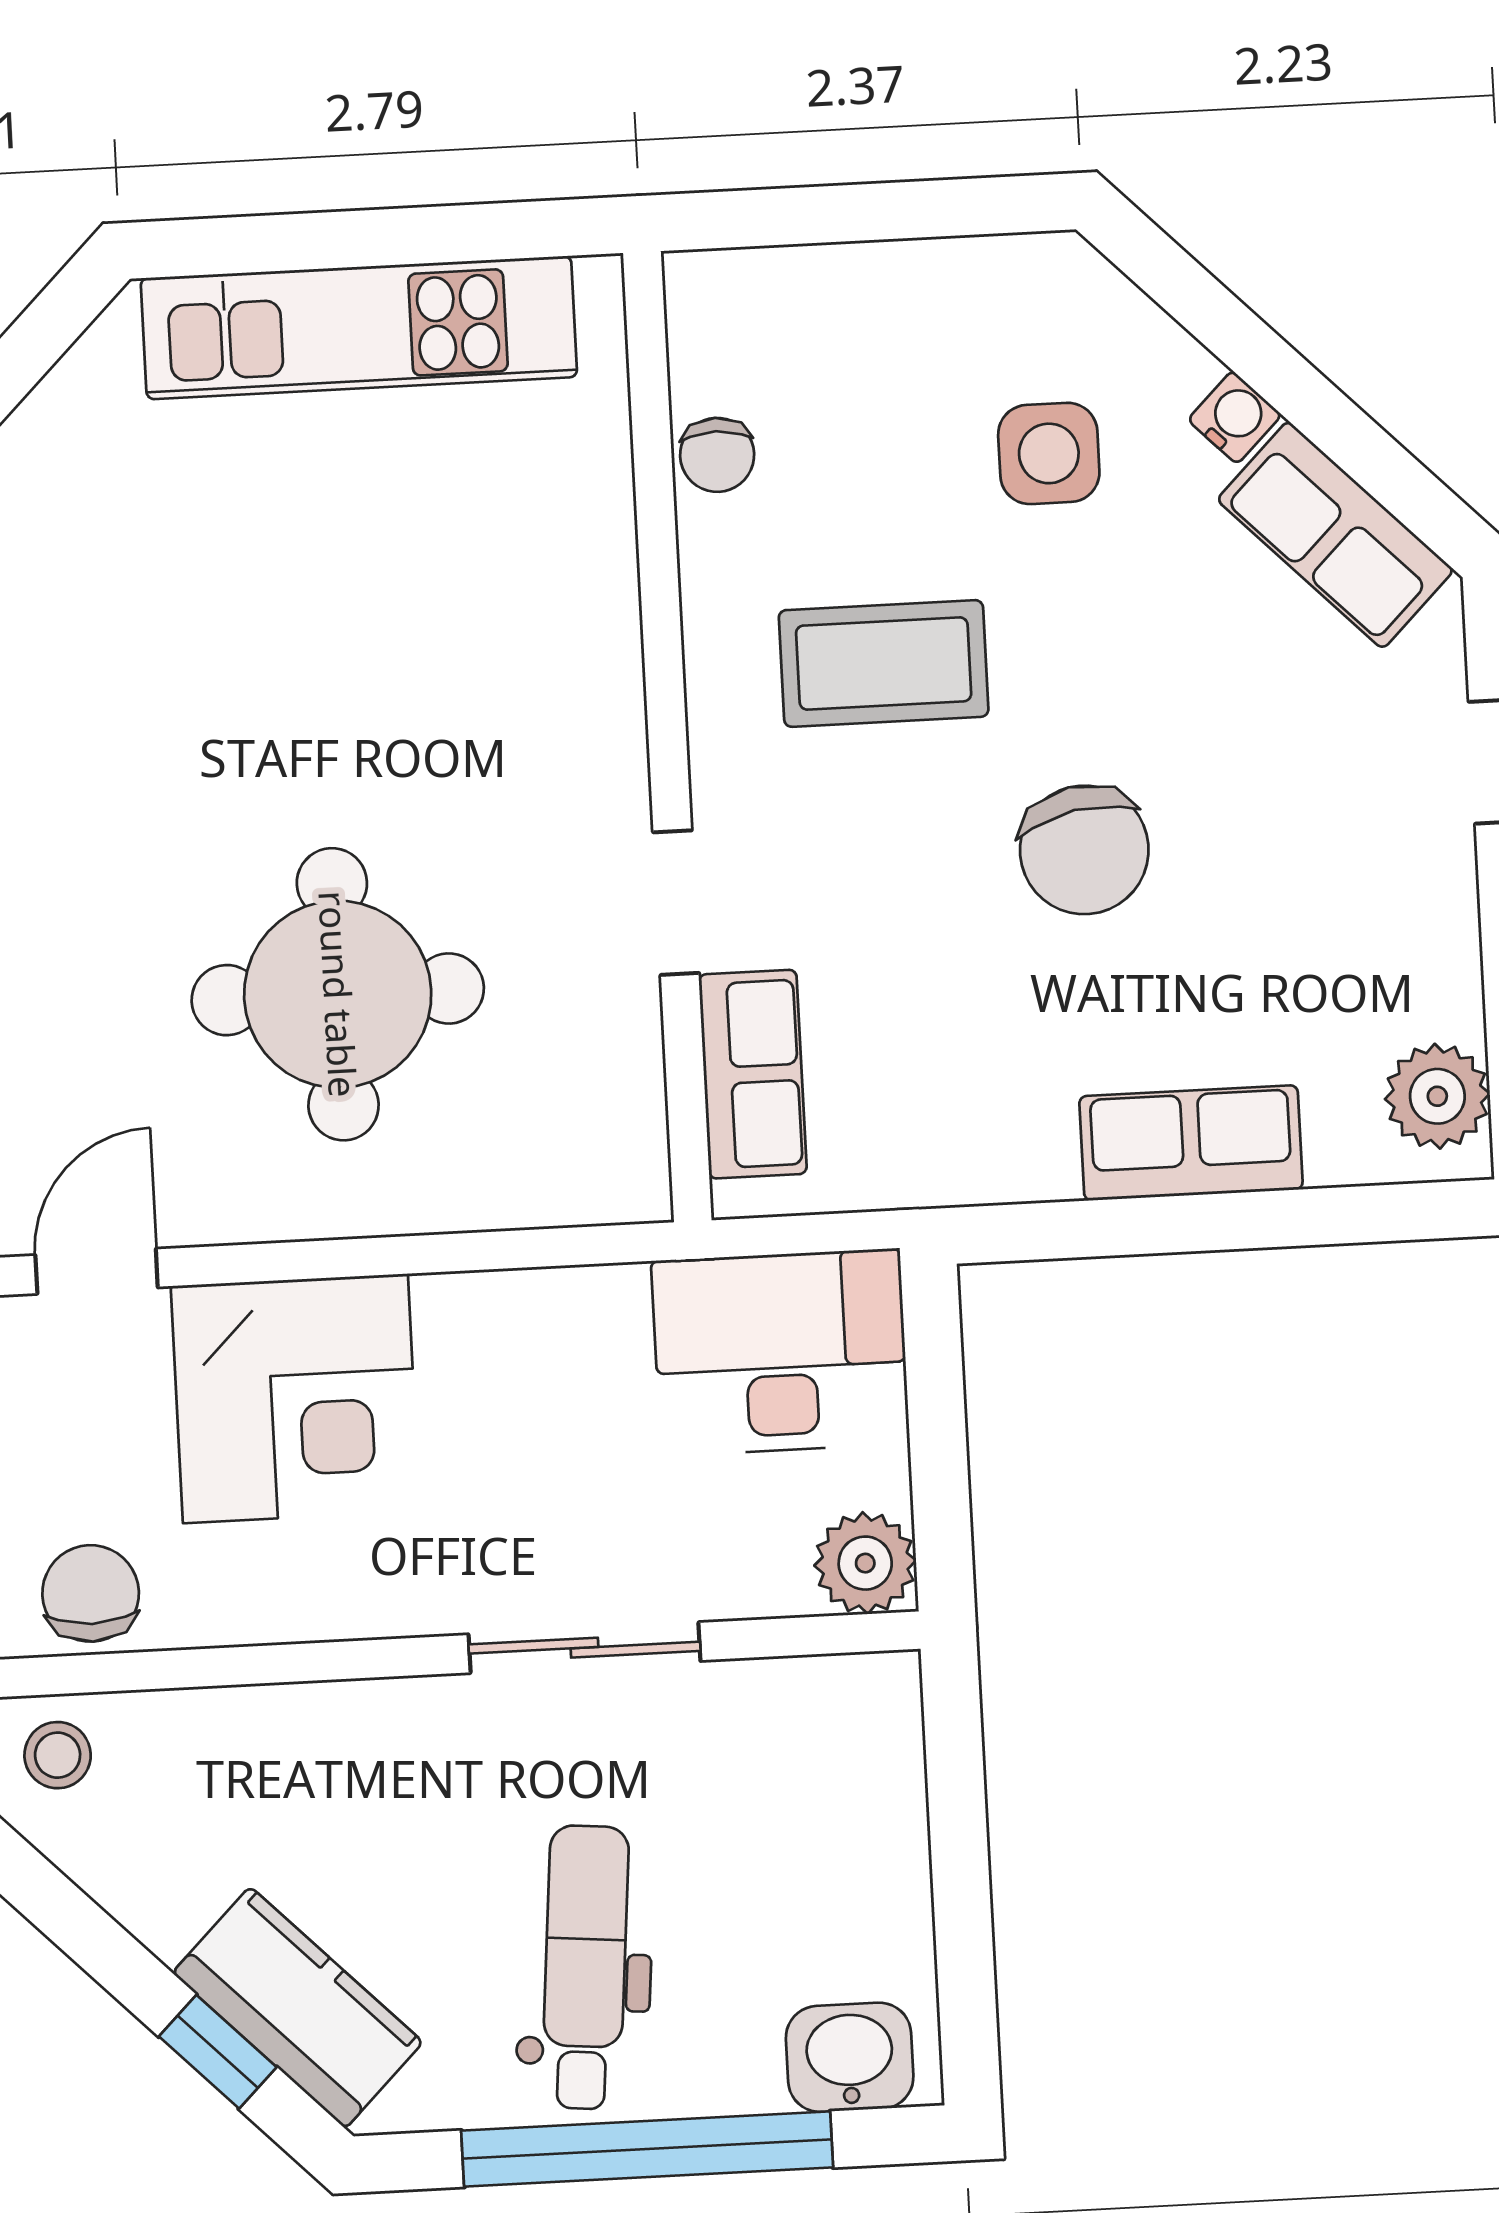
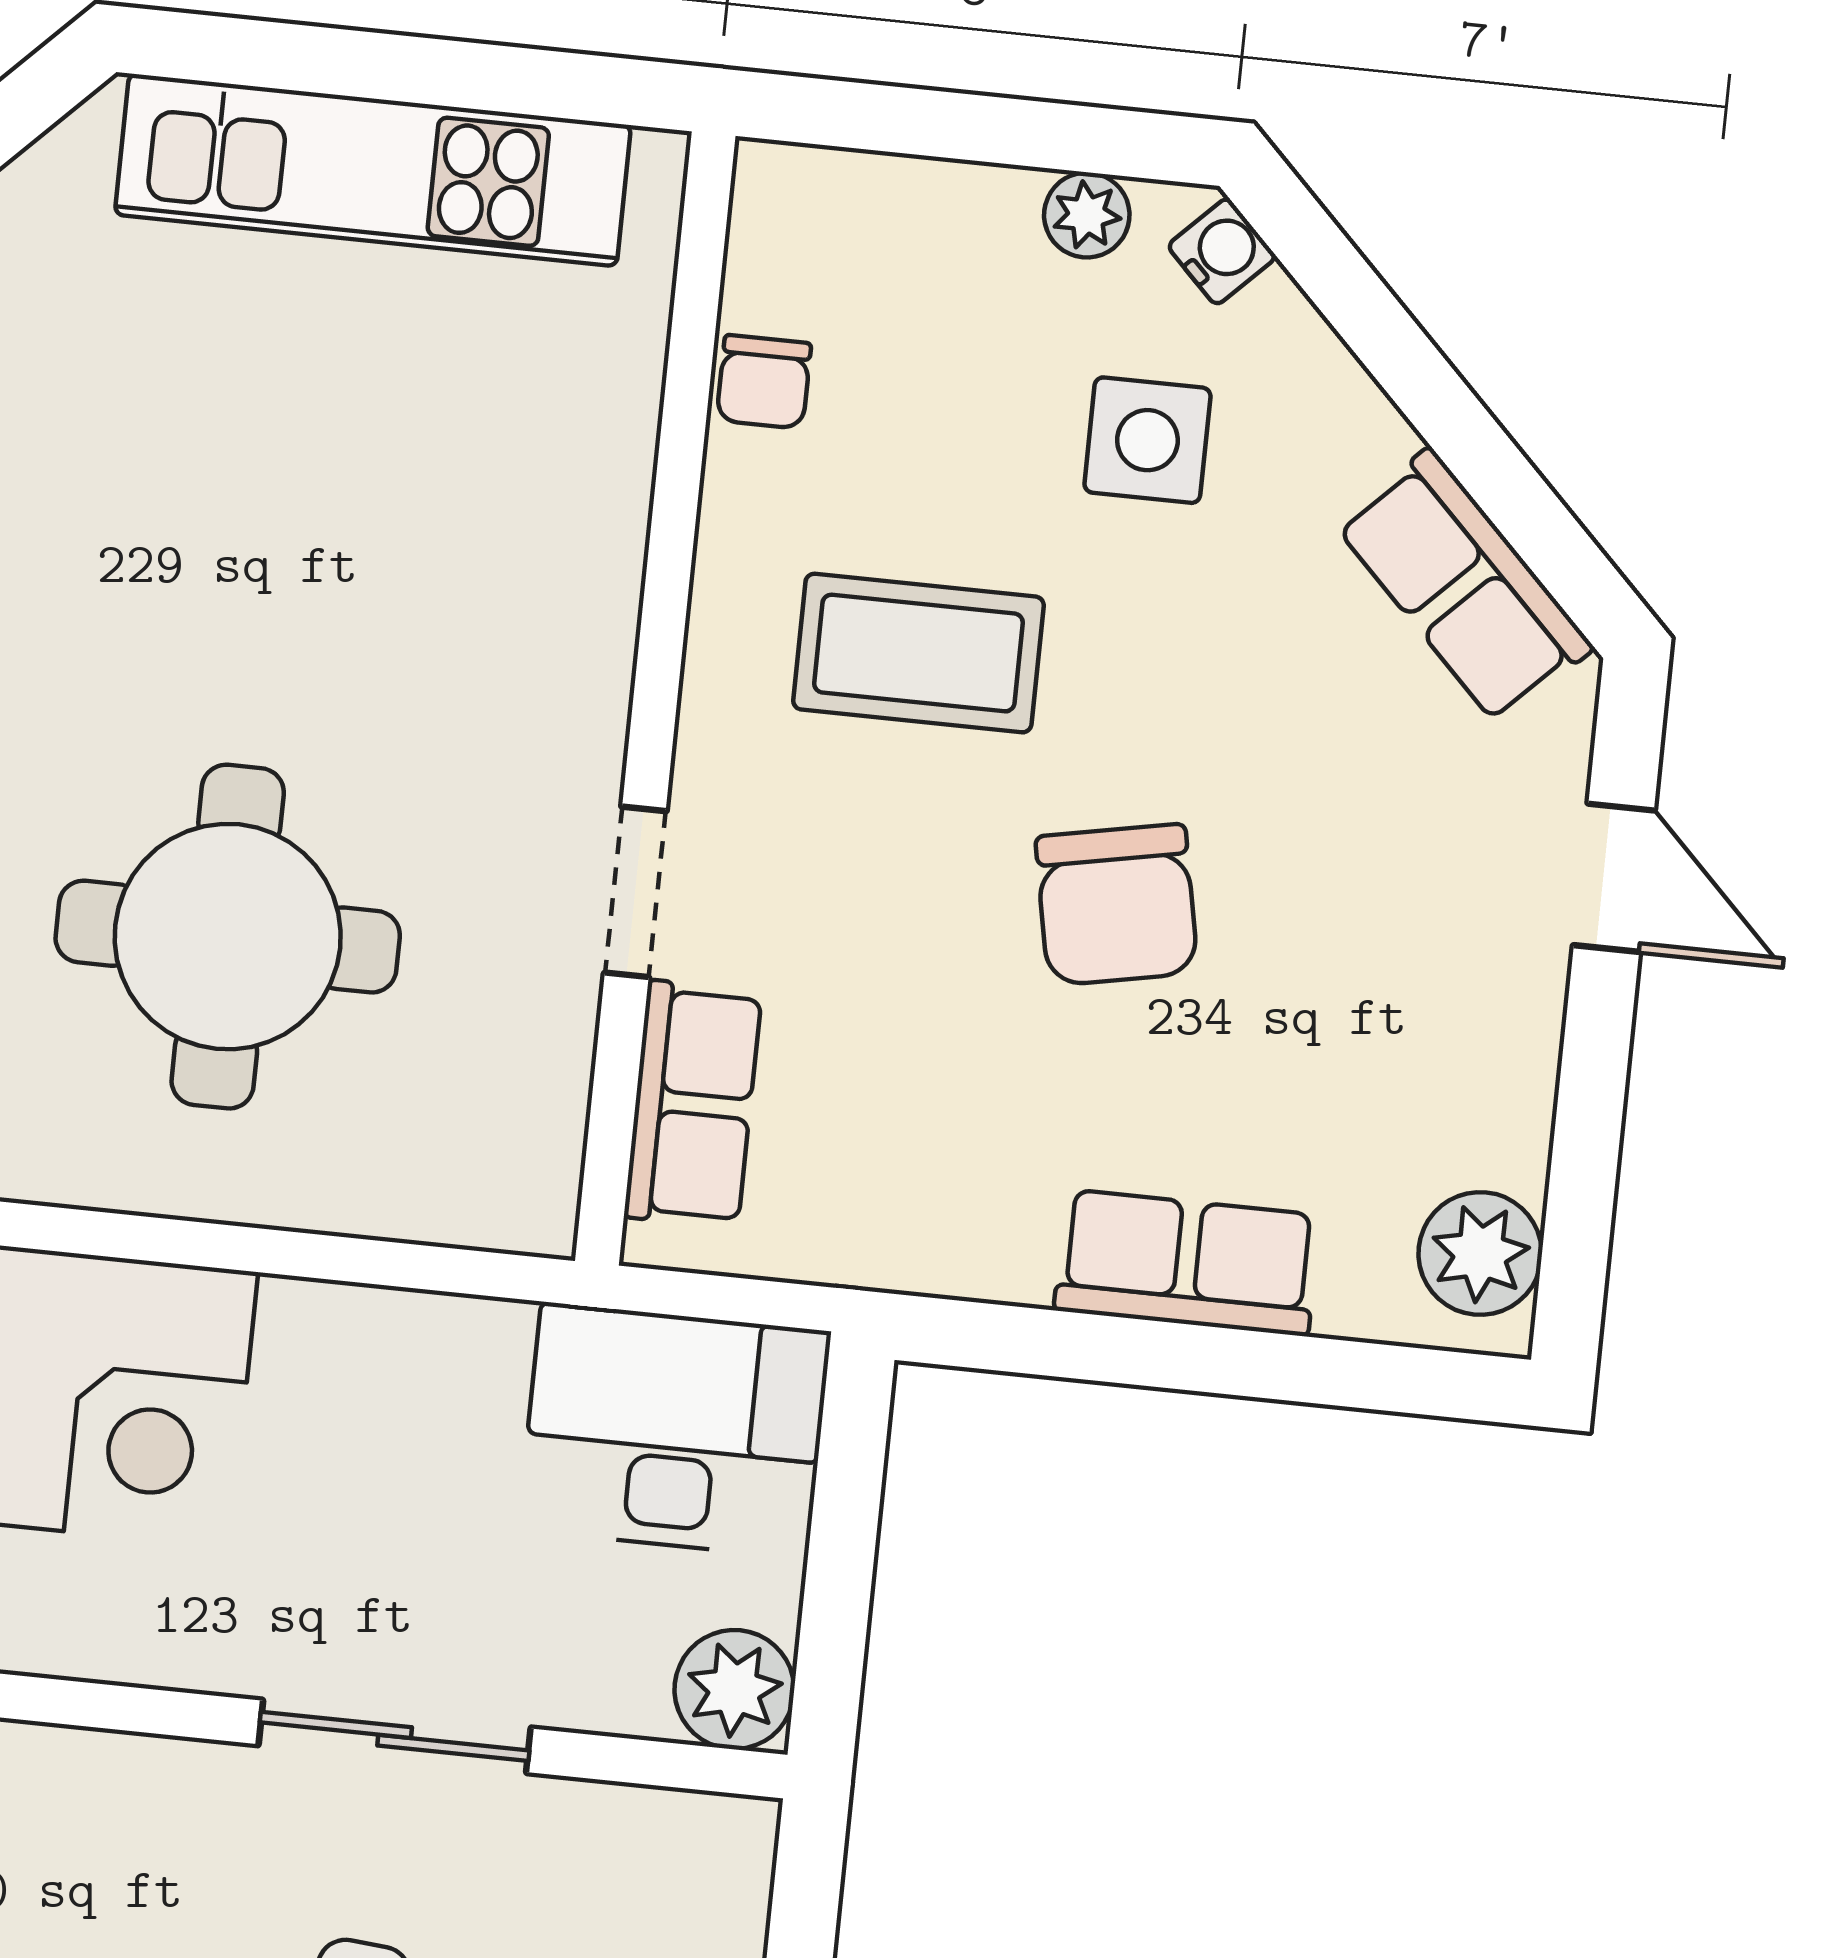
plant: (968, 271) -> (1087, 215), added
water cooler: (1235, 417) -> (1222, 251), moved

